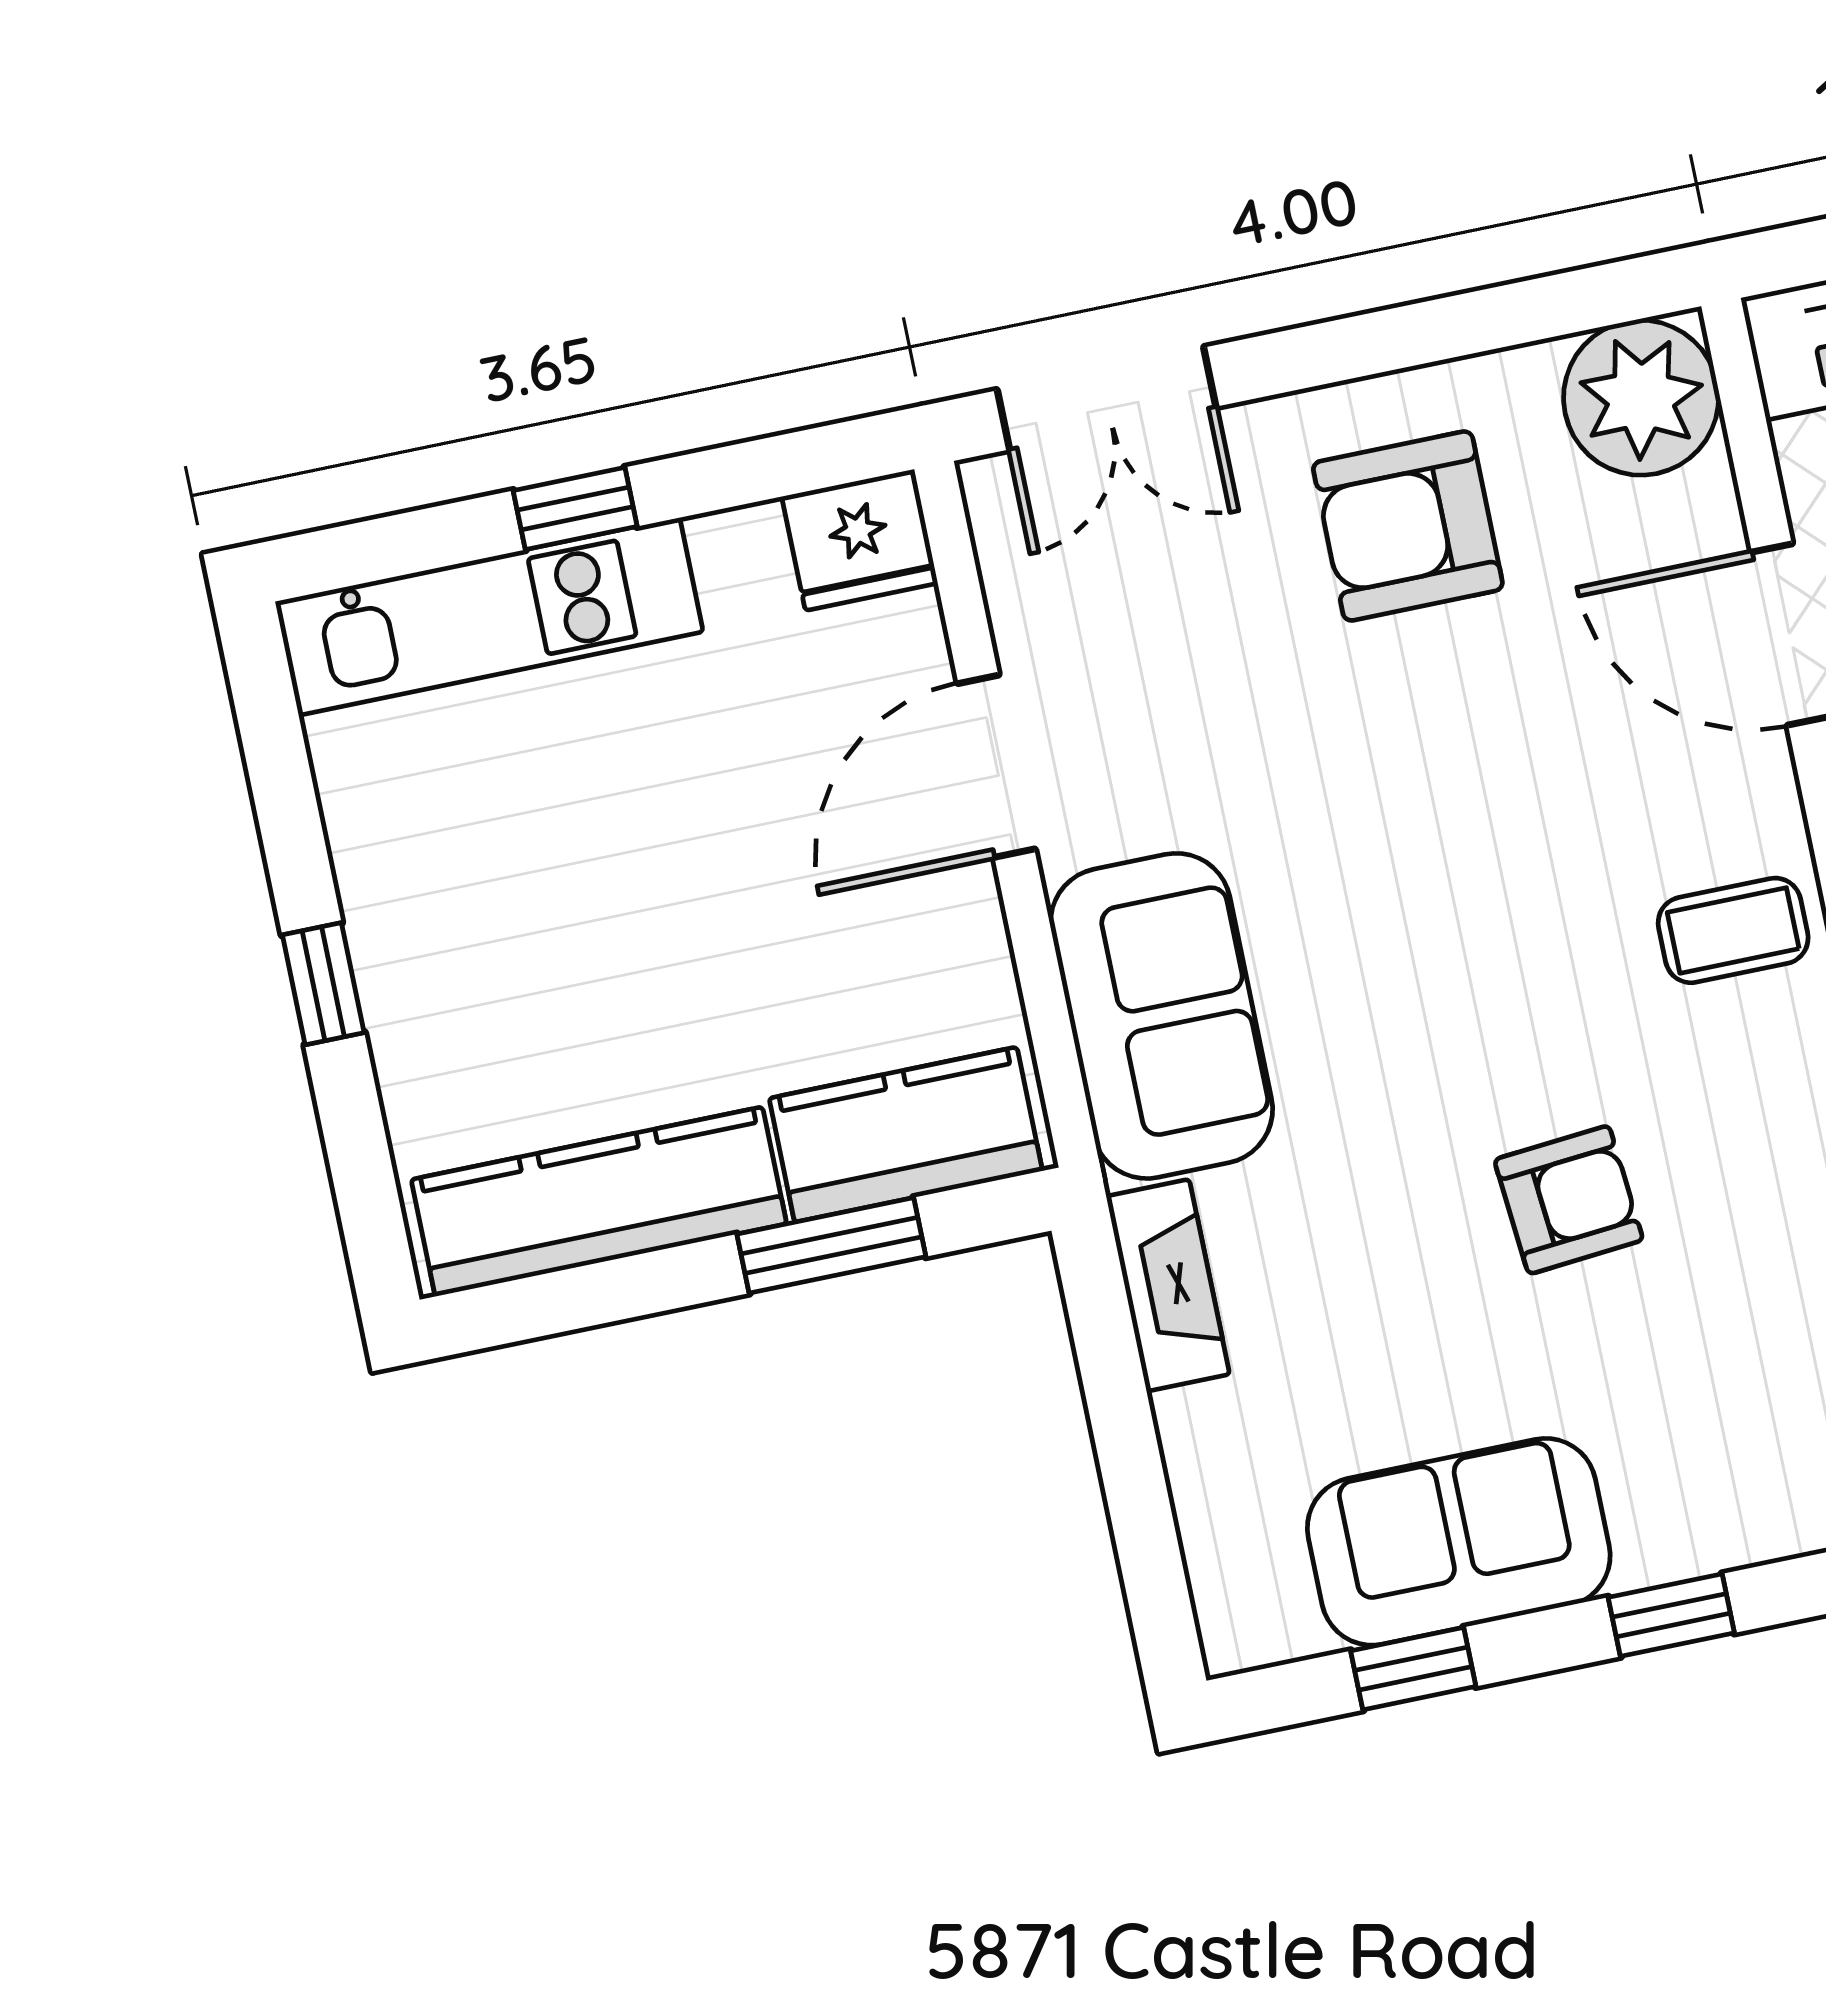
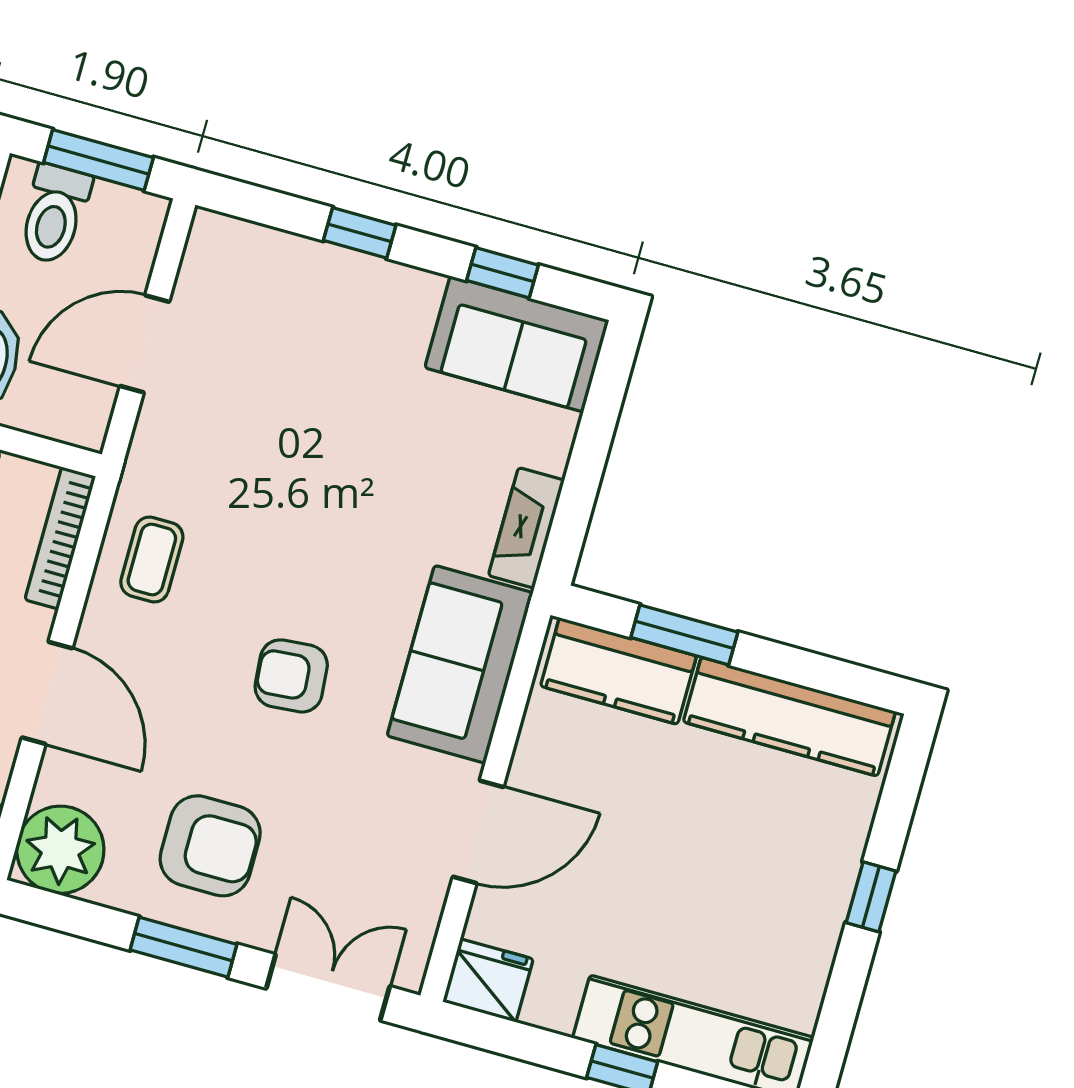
window: (1367, 344) -> (184, 947), added
coffee table: (1733, 930) -> (152, 559), turned 90
armchair: (1569, 1200) -> (291, 676), moved
sofa: (1459, 1542) -> (517, 344), moved

